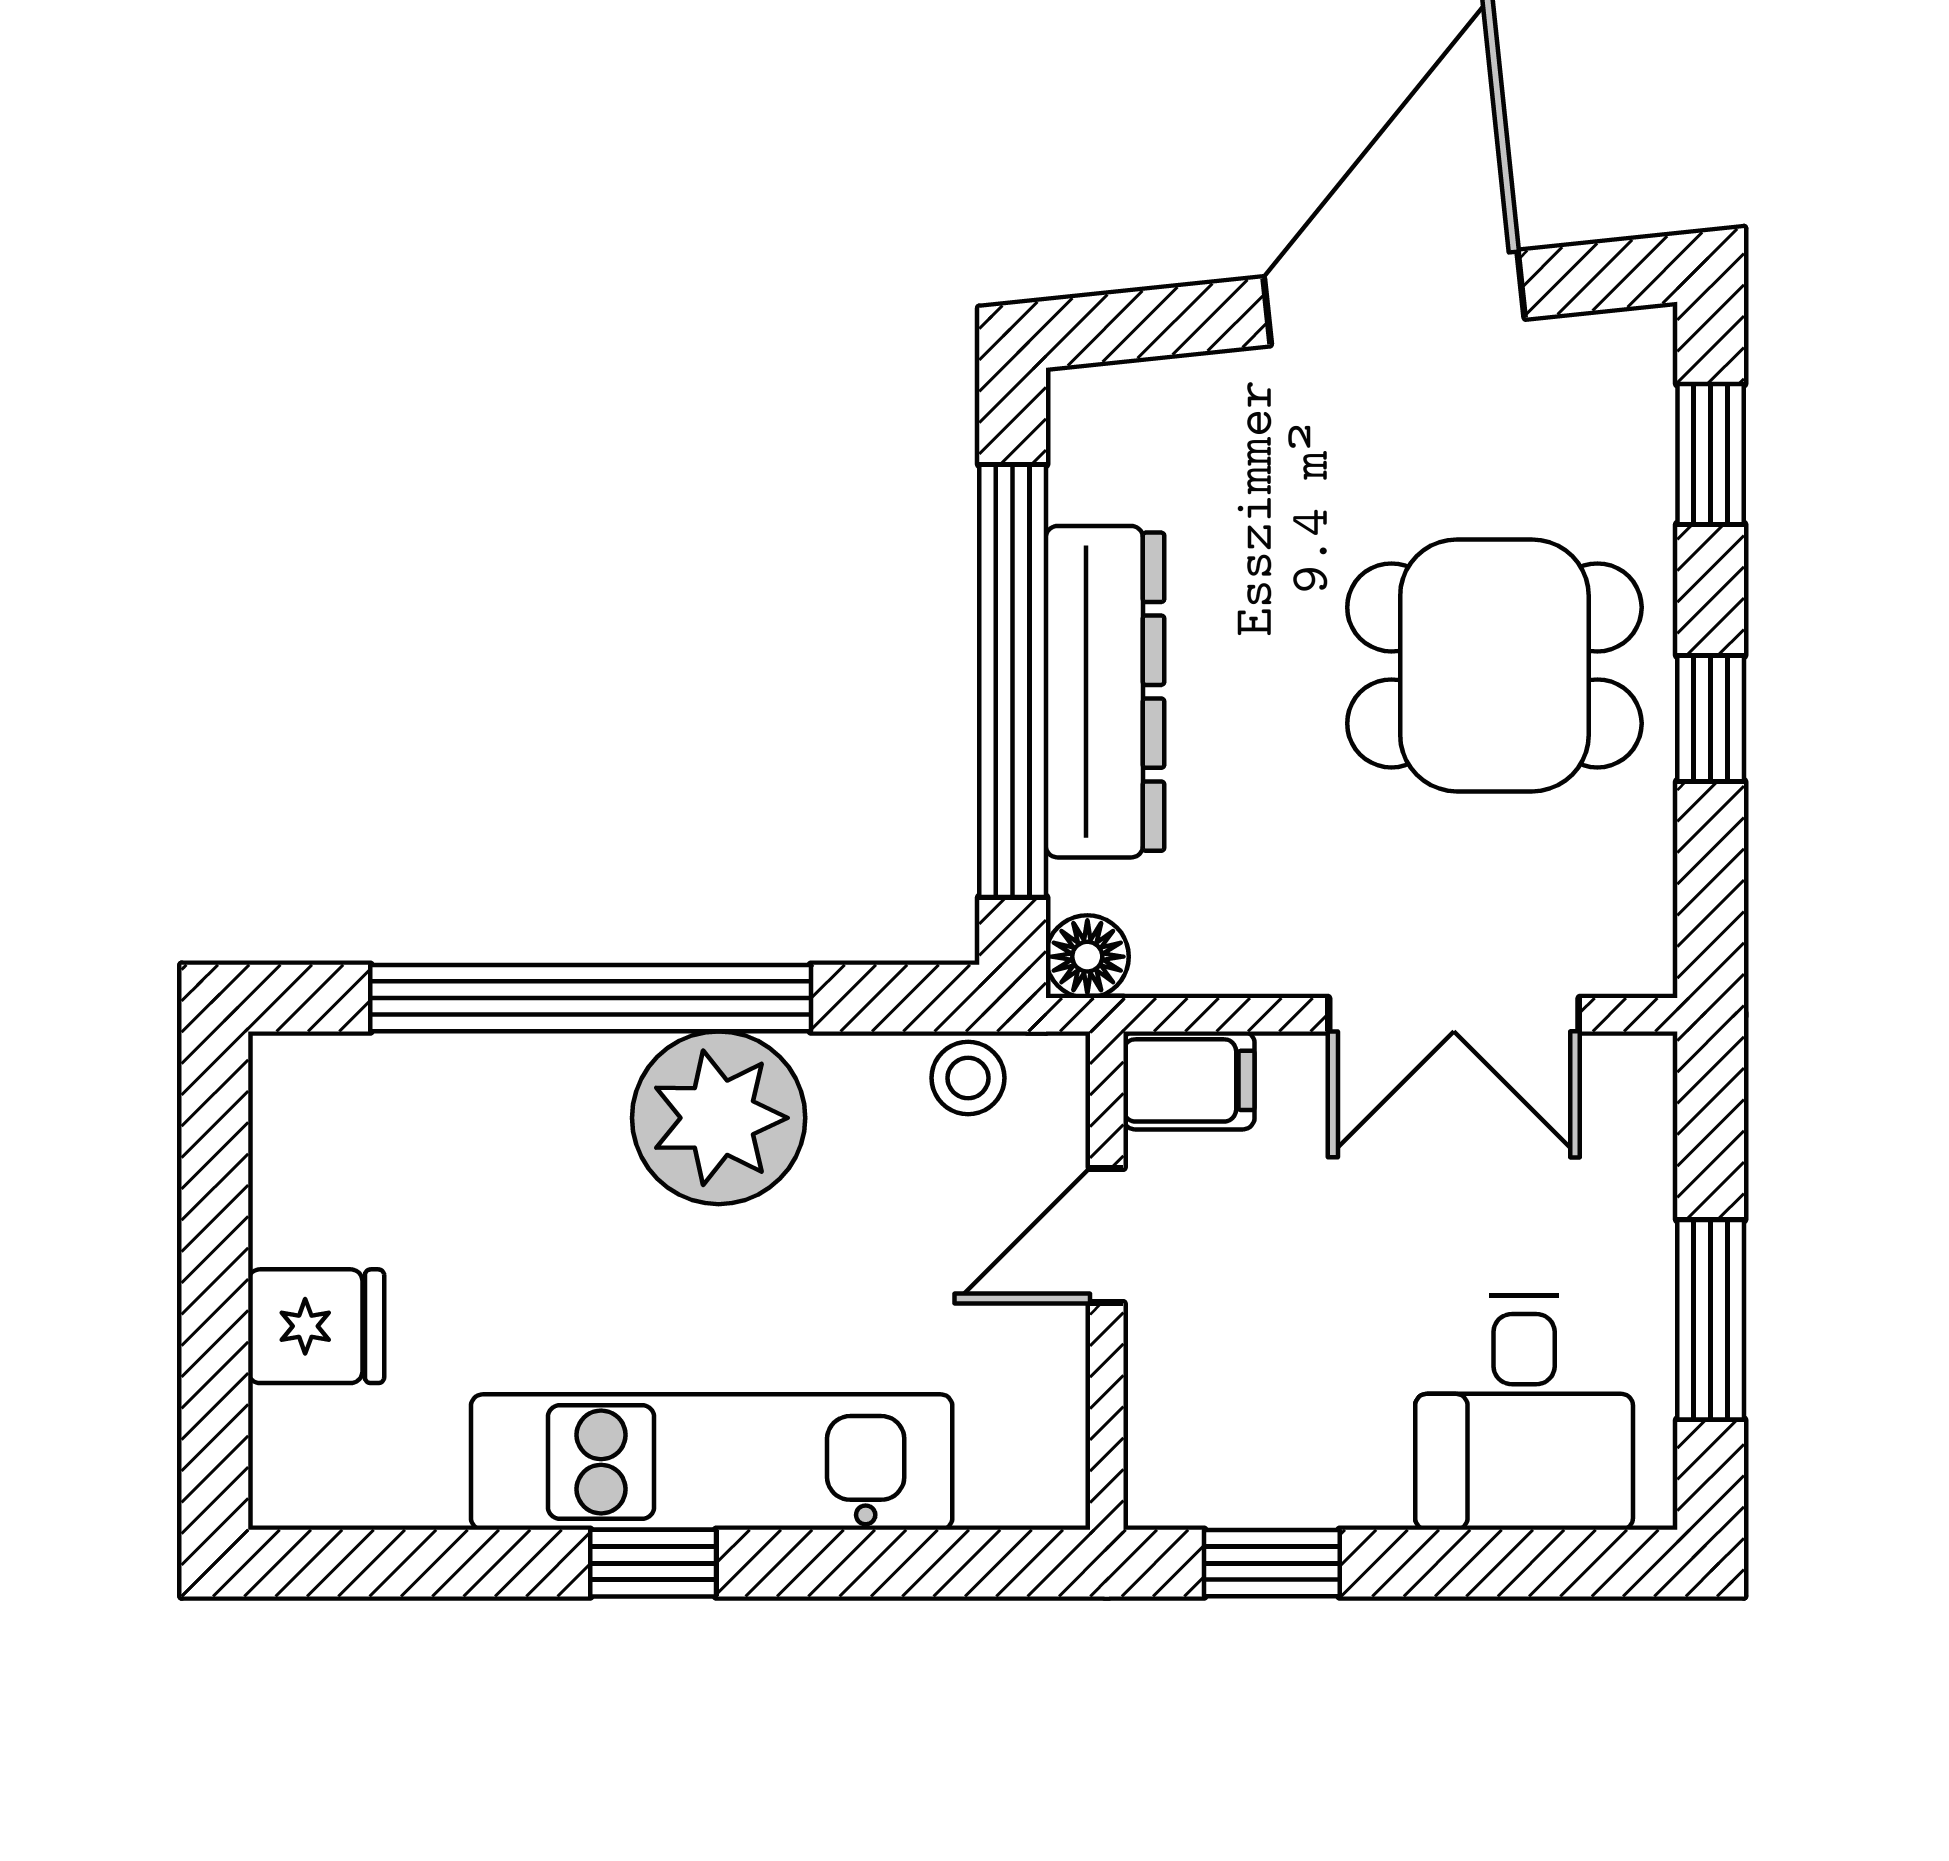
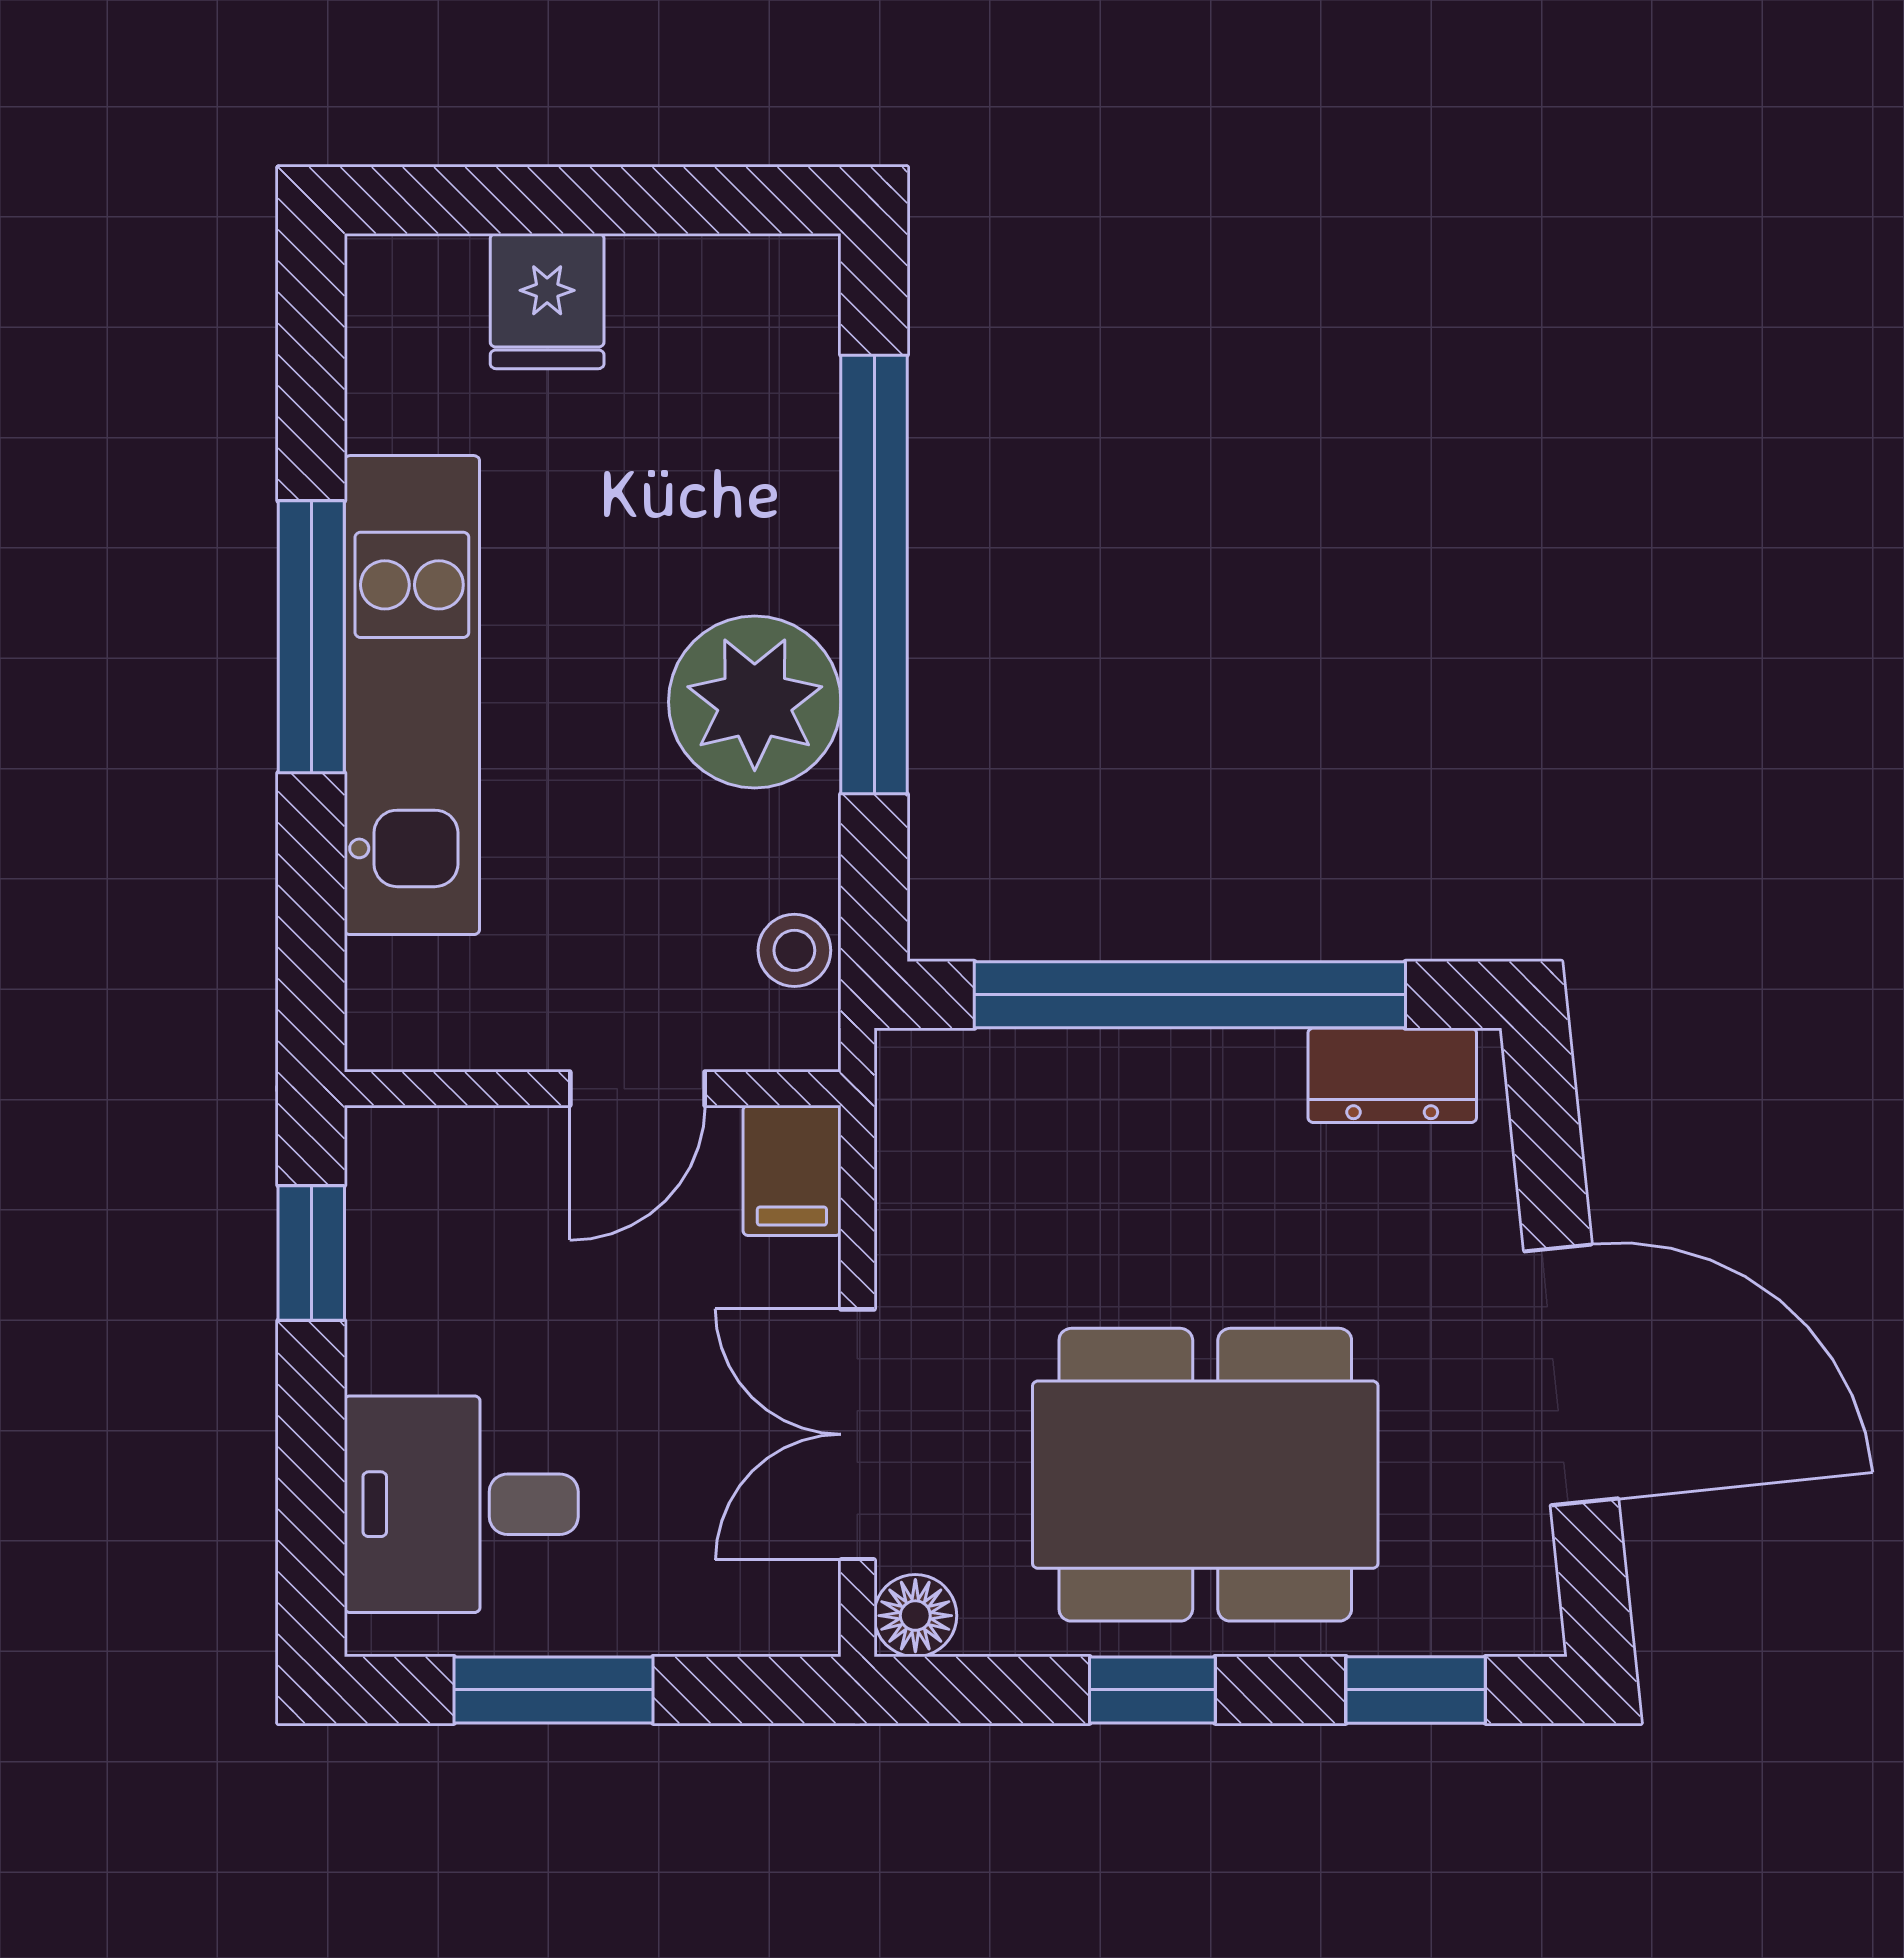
dining table: (1494, 665) -> (1205, 1475), width x1.38
dresser: (1105, 692) -> (1392, 1075), moved, width x0.51, depth x0.80
floor lamp: (1087, 957) -> (915, 1616), moved
door: (1107, 1236) -> (637, 1089), swing flipped
window: (653, 1563) -> (311, 637), width x2.17

